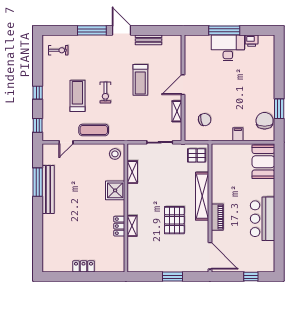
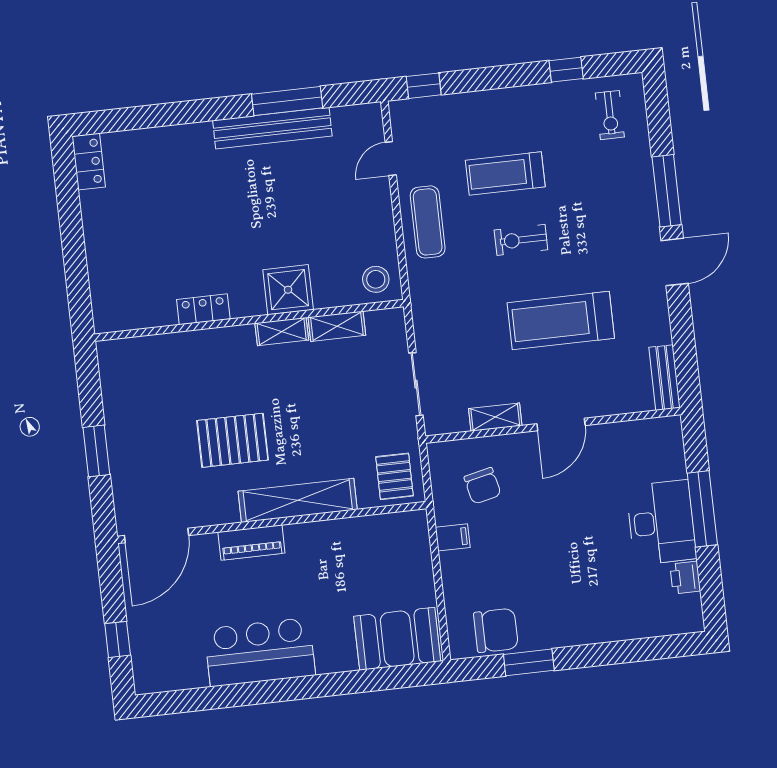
bench: (148, 40) -> (664, 378), moved
treadmill: (140, 80) -> (561, 321), width x1.37, depth x1.38
door: (183, 85) -> (561, 425), swing flipped
window: (38, 93) -> (566, 70), moved
treadmill: (77, 96) -> (505, 174), turned 180
filing cabinet: (238, 134) -> (453, 537), moved
door: (66, 142) -> (391, 159), hinge flipped
shelving: (132, 226) -> (282, 332), moved
locker: (84, 266) -> (89, 162), moved

